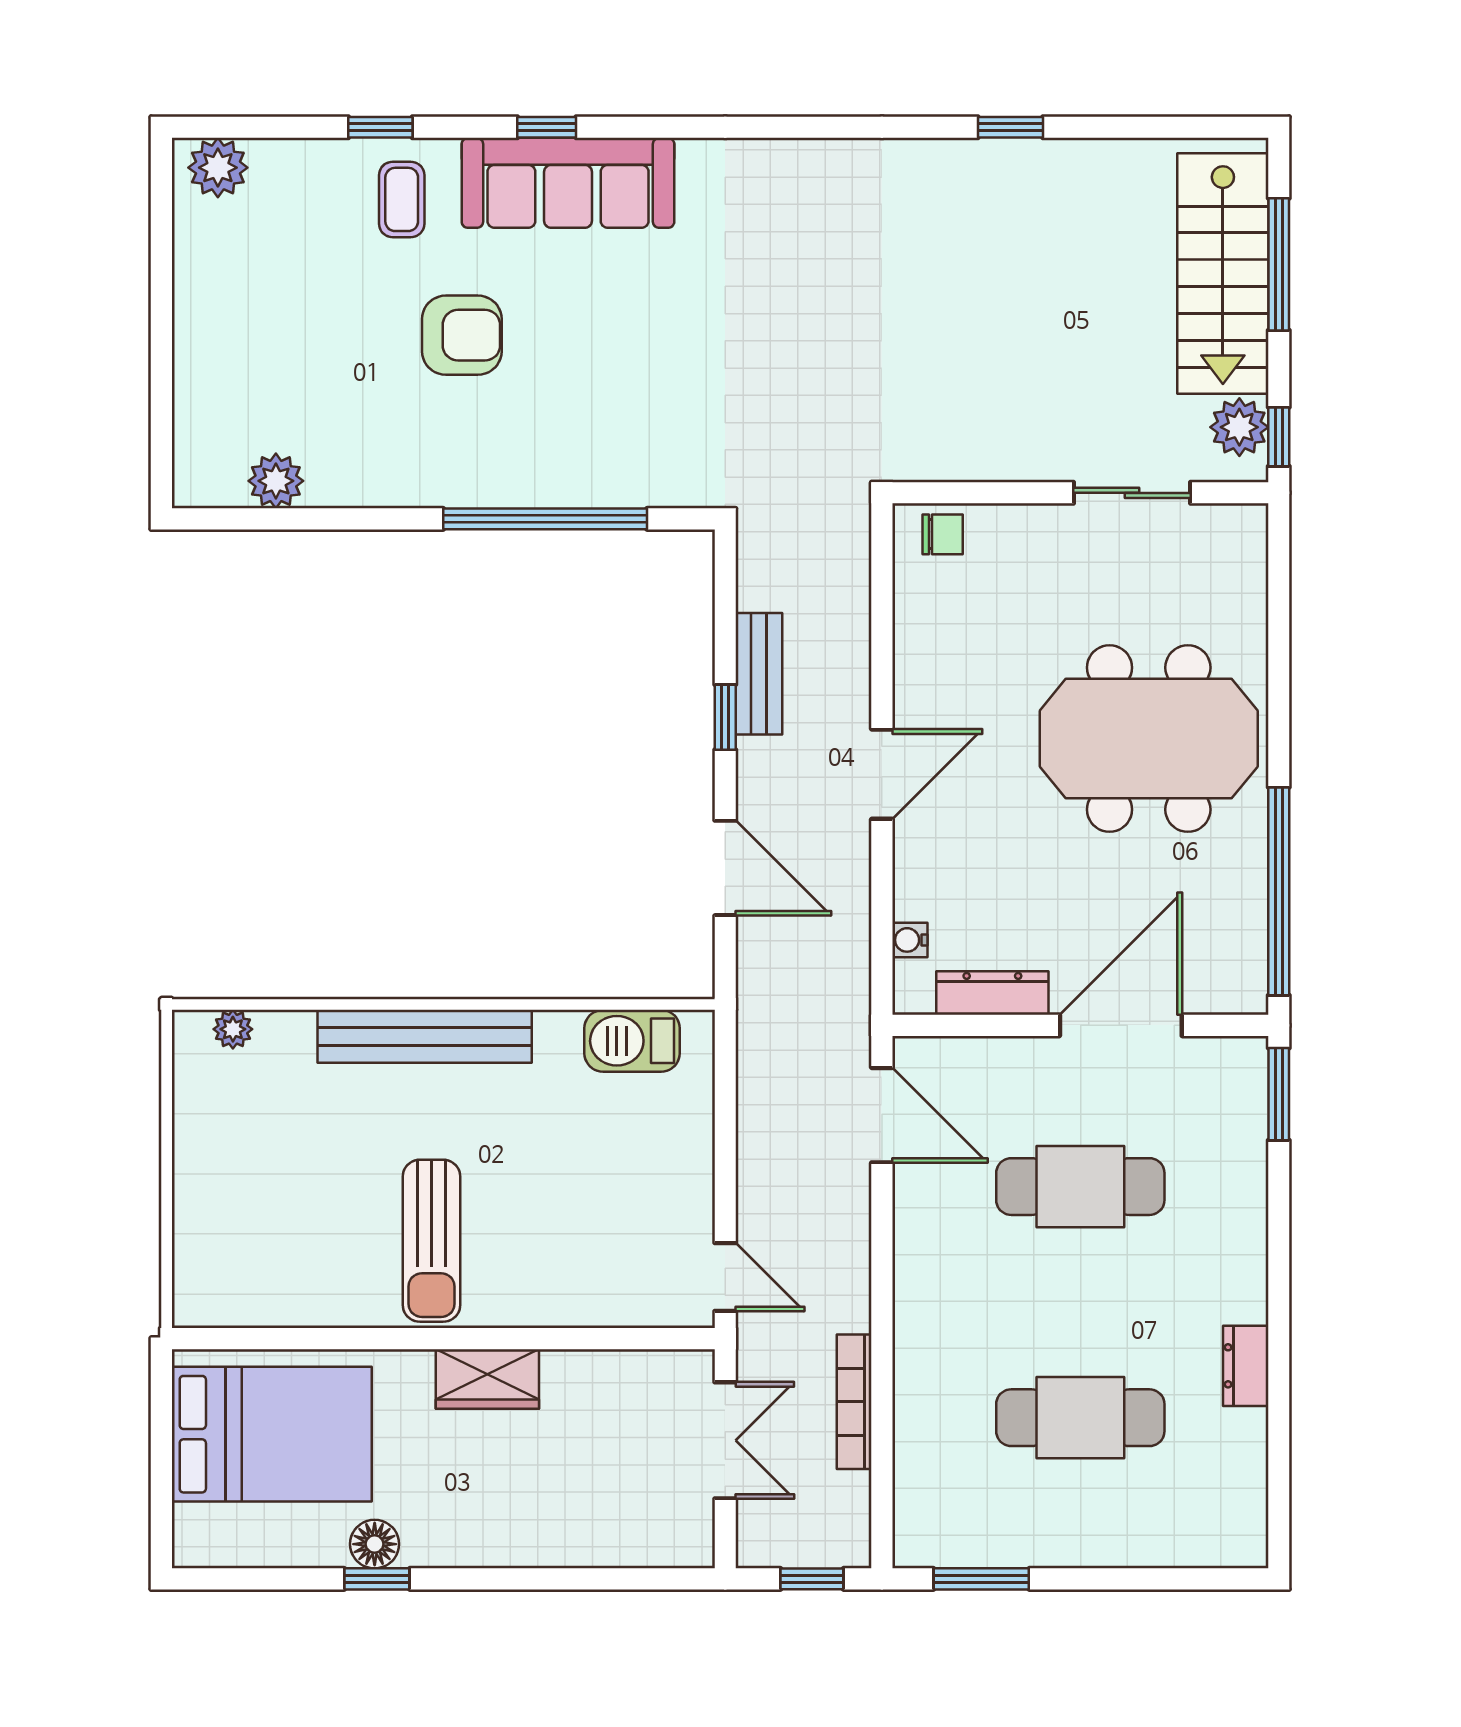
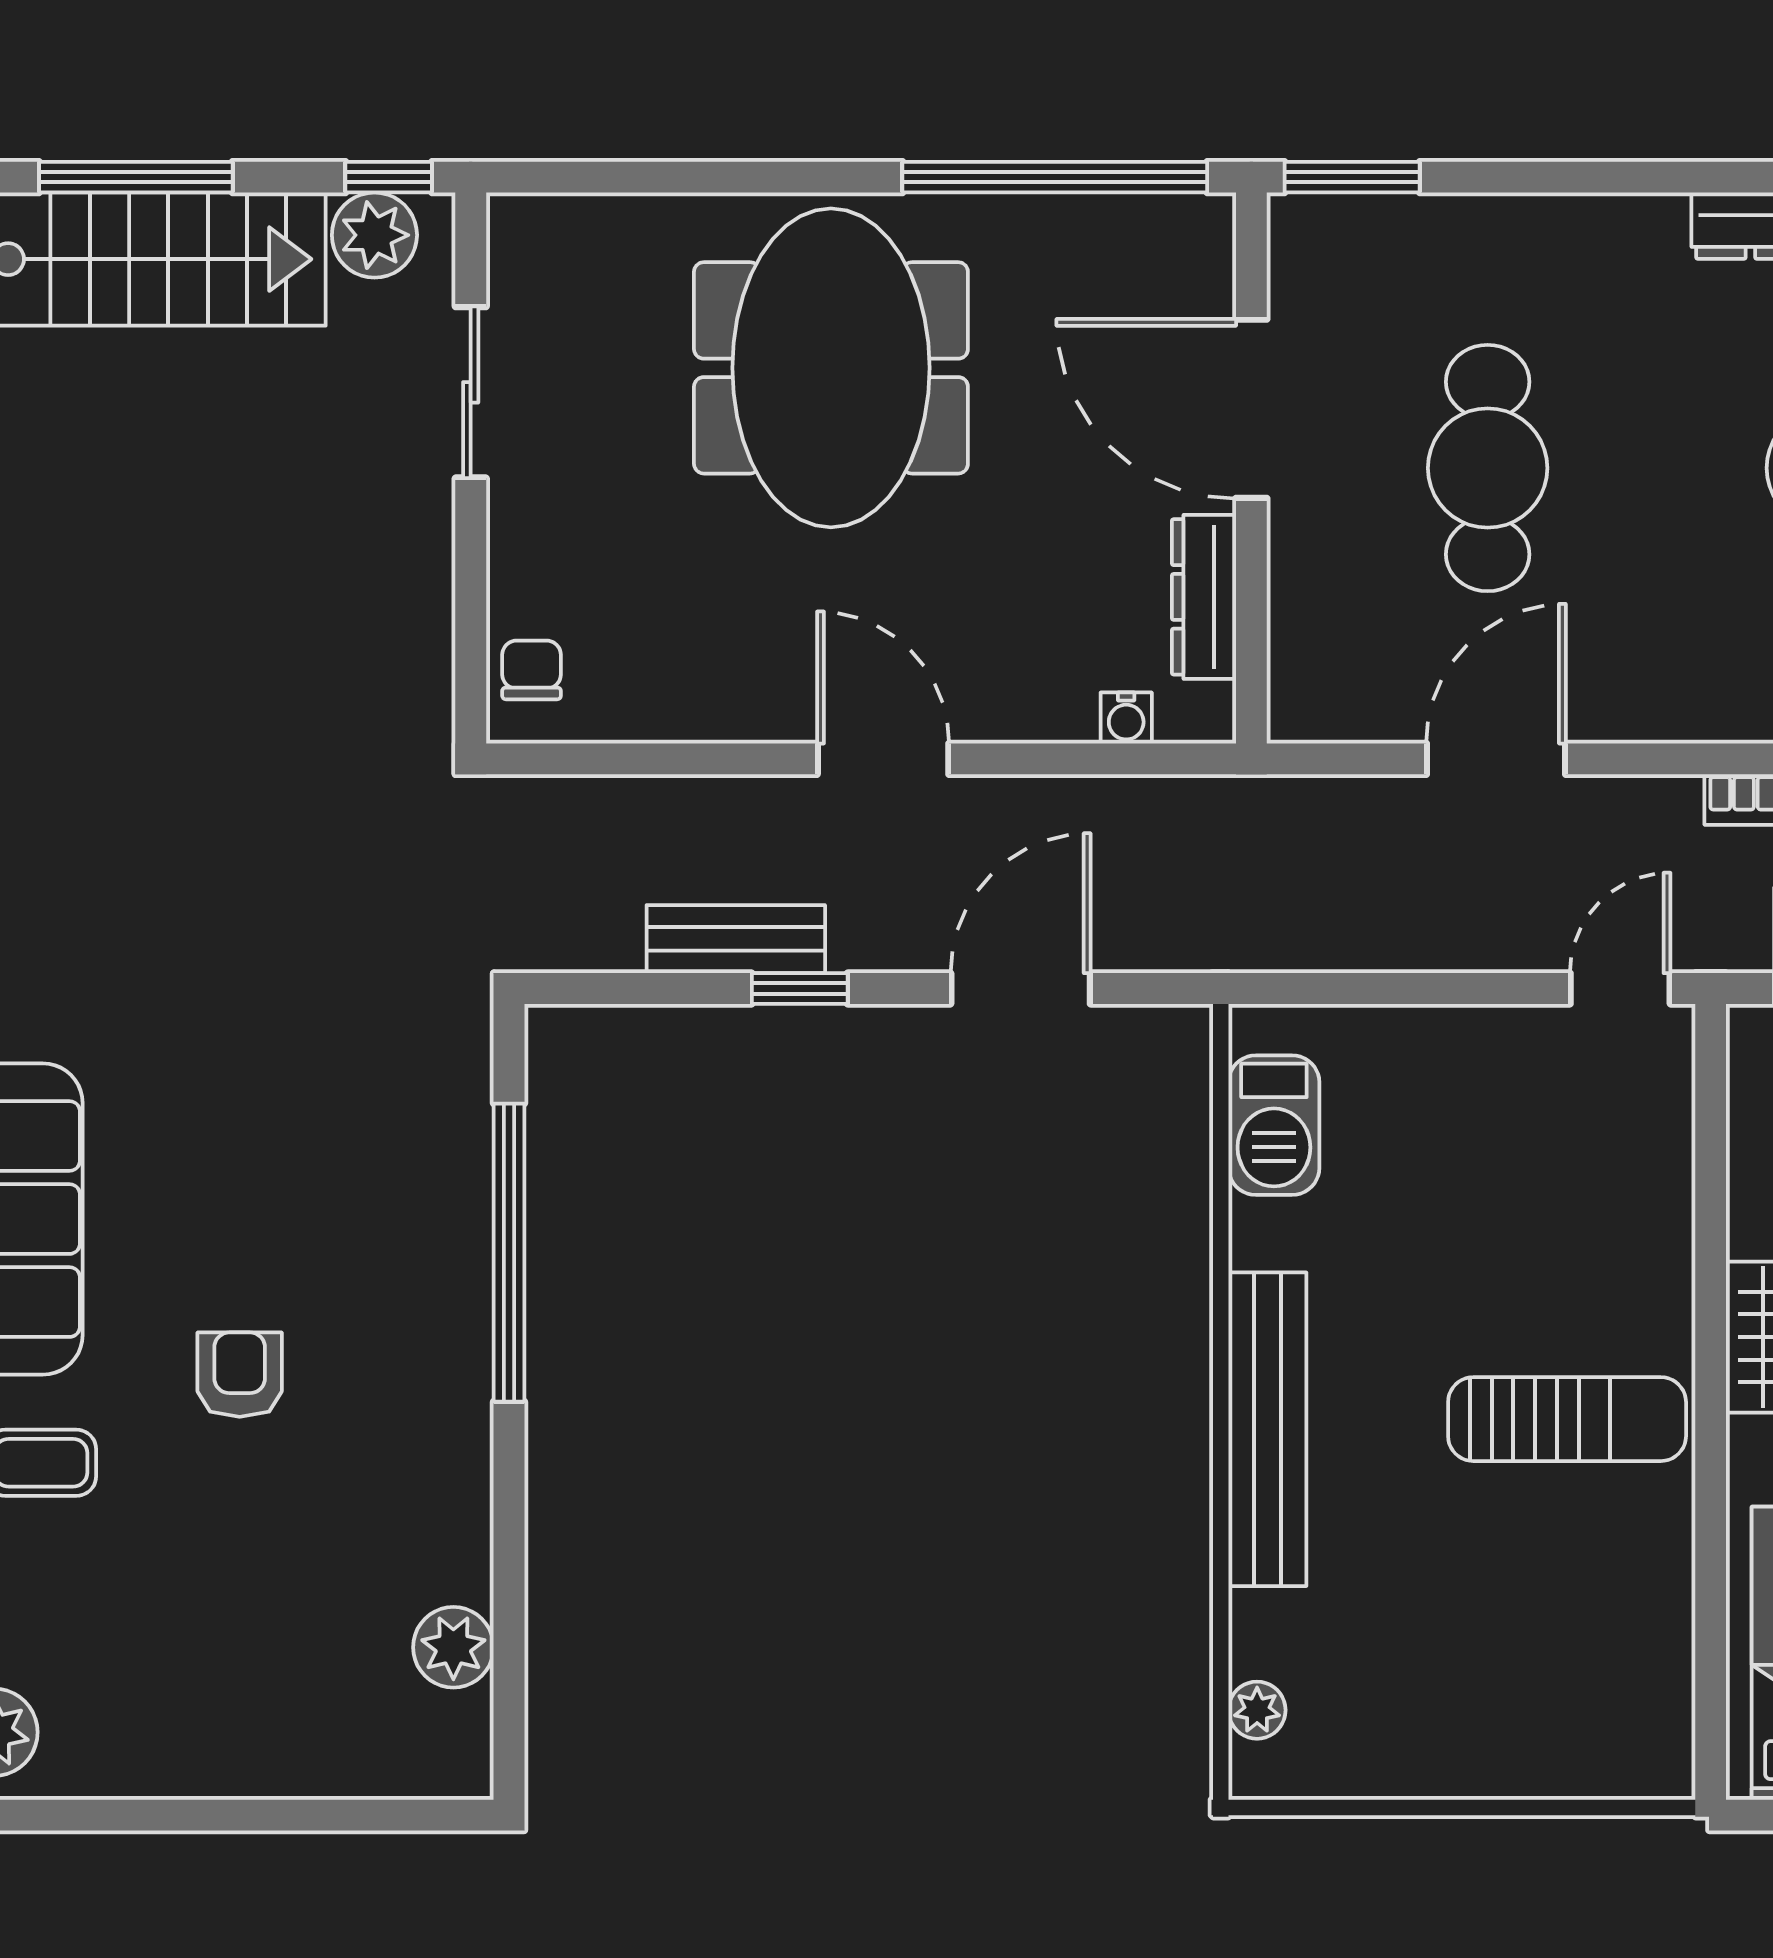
armchair: (462, 335) -> (240, 1375), width x0.72, depth x0.72
door: (882, 1115) -> (1496, 759), moved

